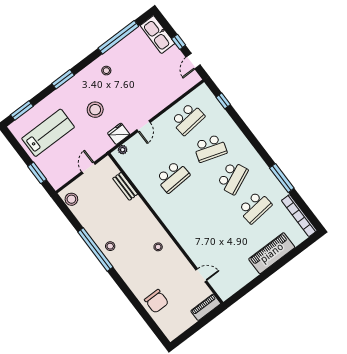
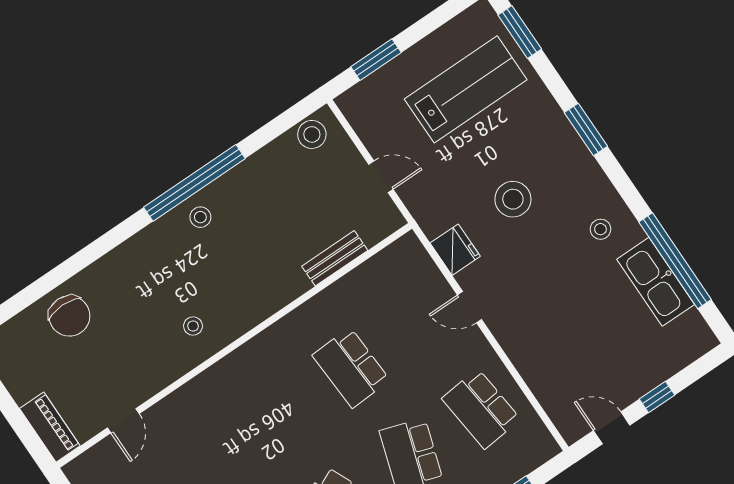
kitchen sink: (158, 35) -> (656, 282), moved, turned -90
lab bench: (48, 133) -> (466, 89), turned -90
plant: (123, 150) -> (418, 257), removed
chair: (157, 301) -> (69, 316), turned -90

